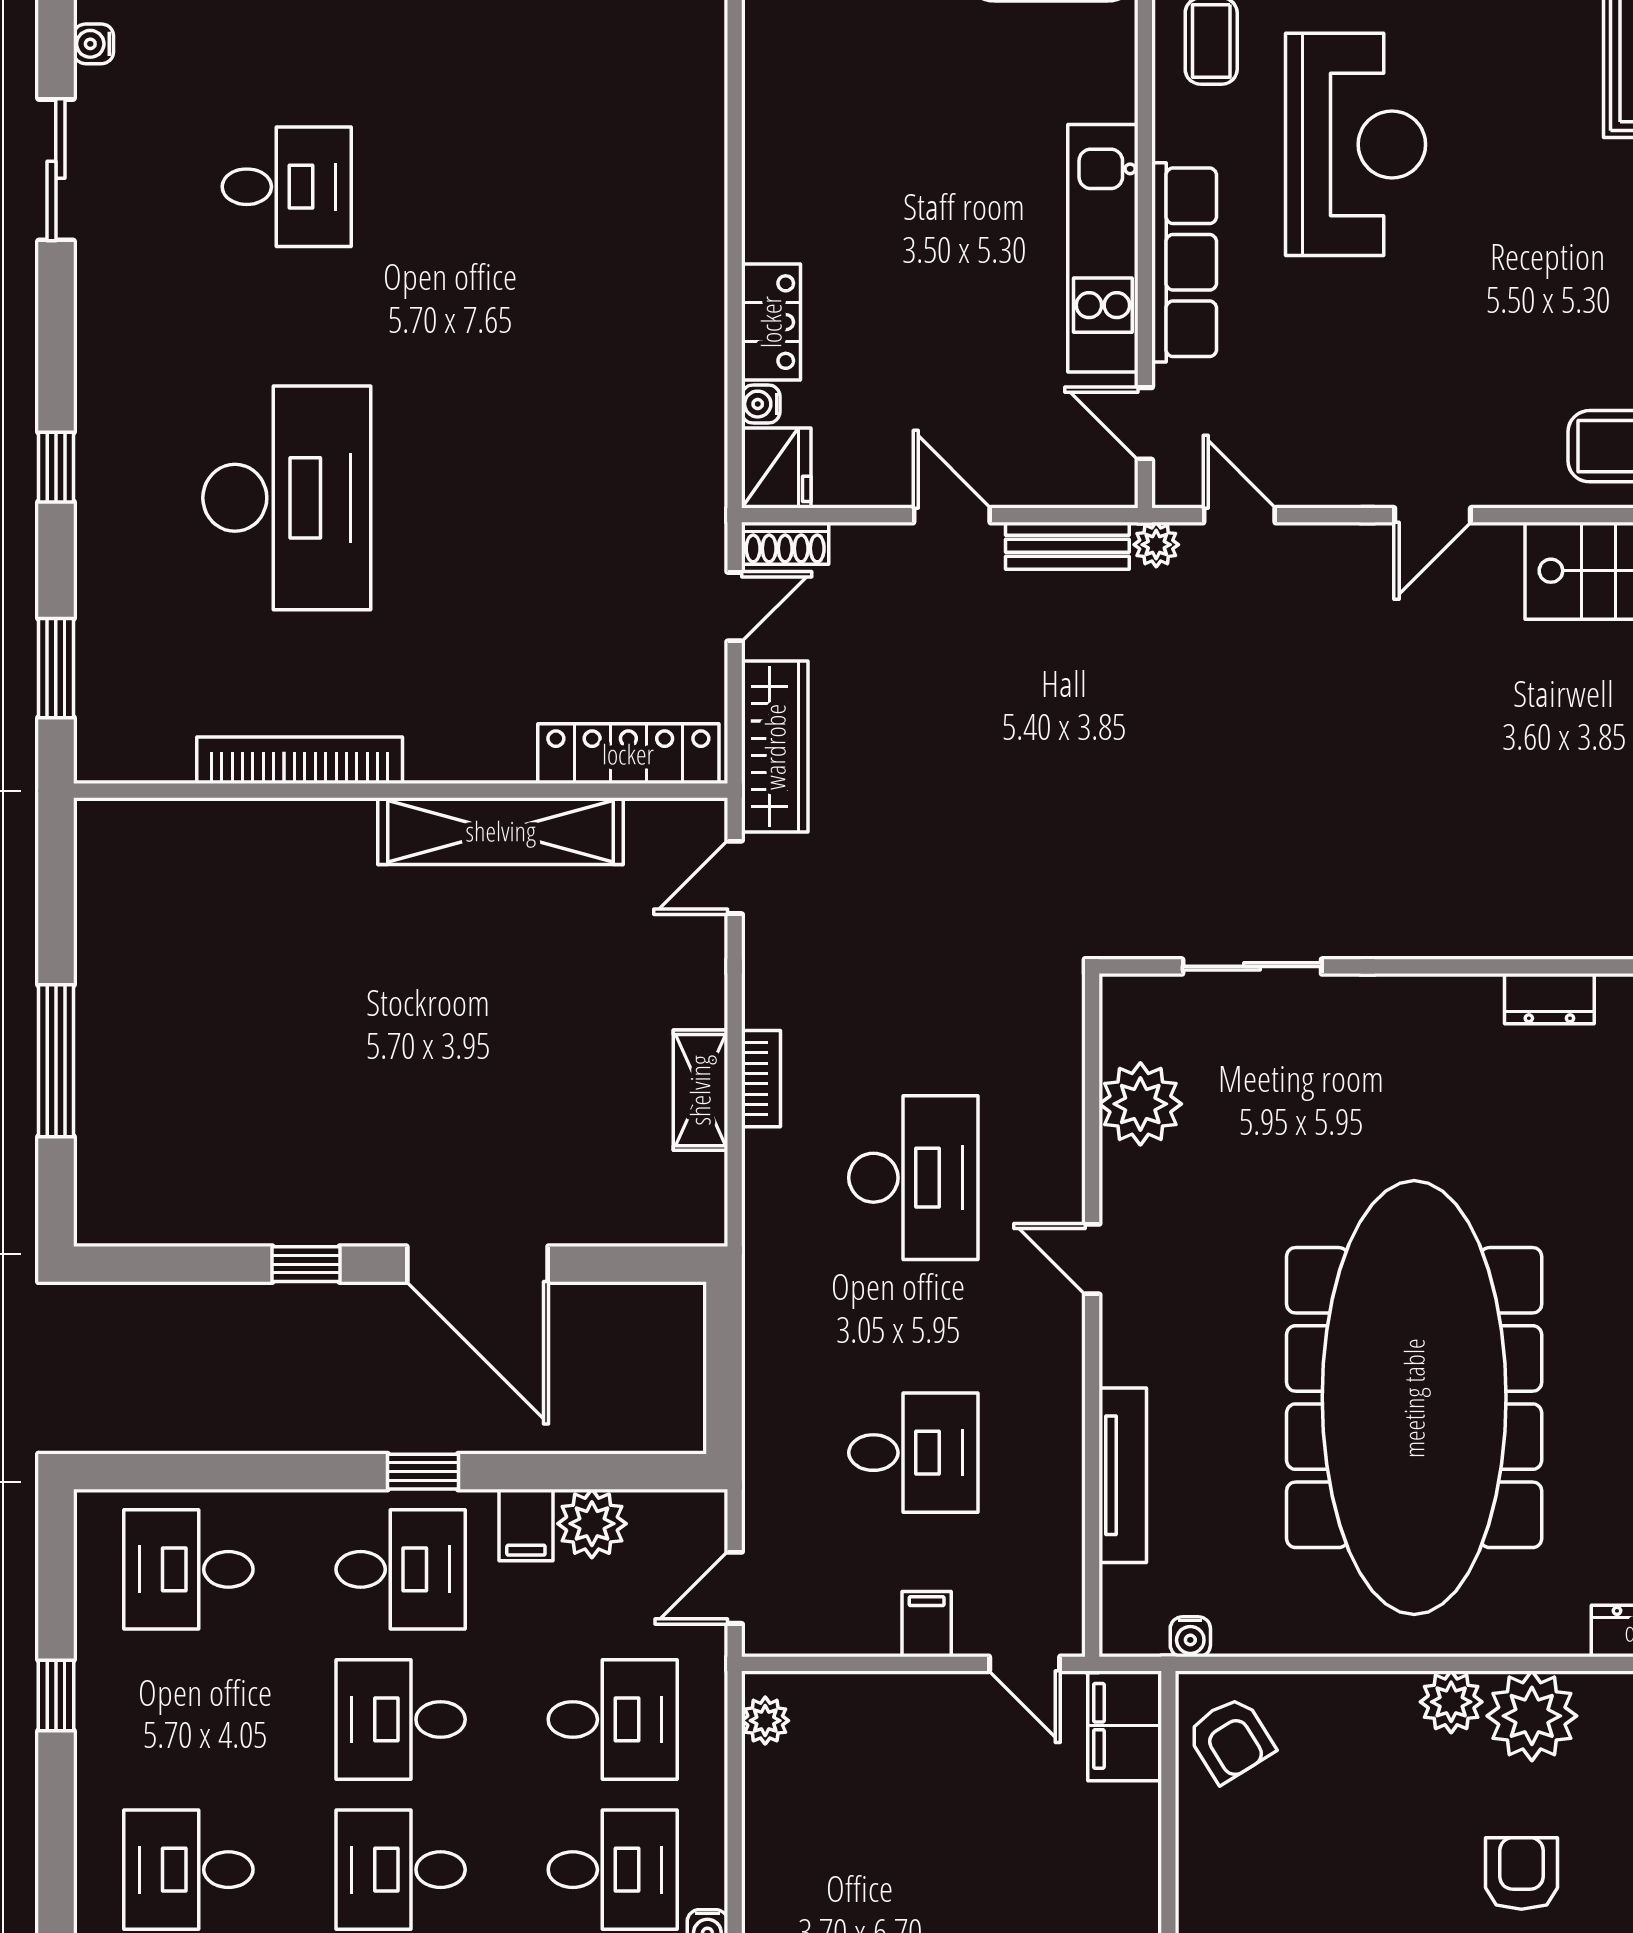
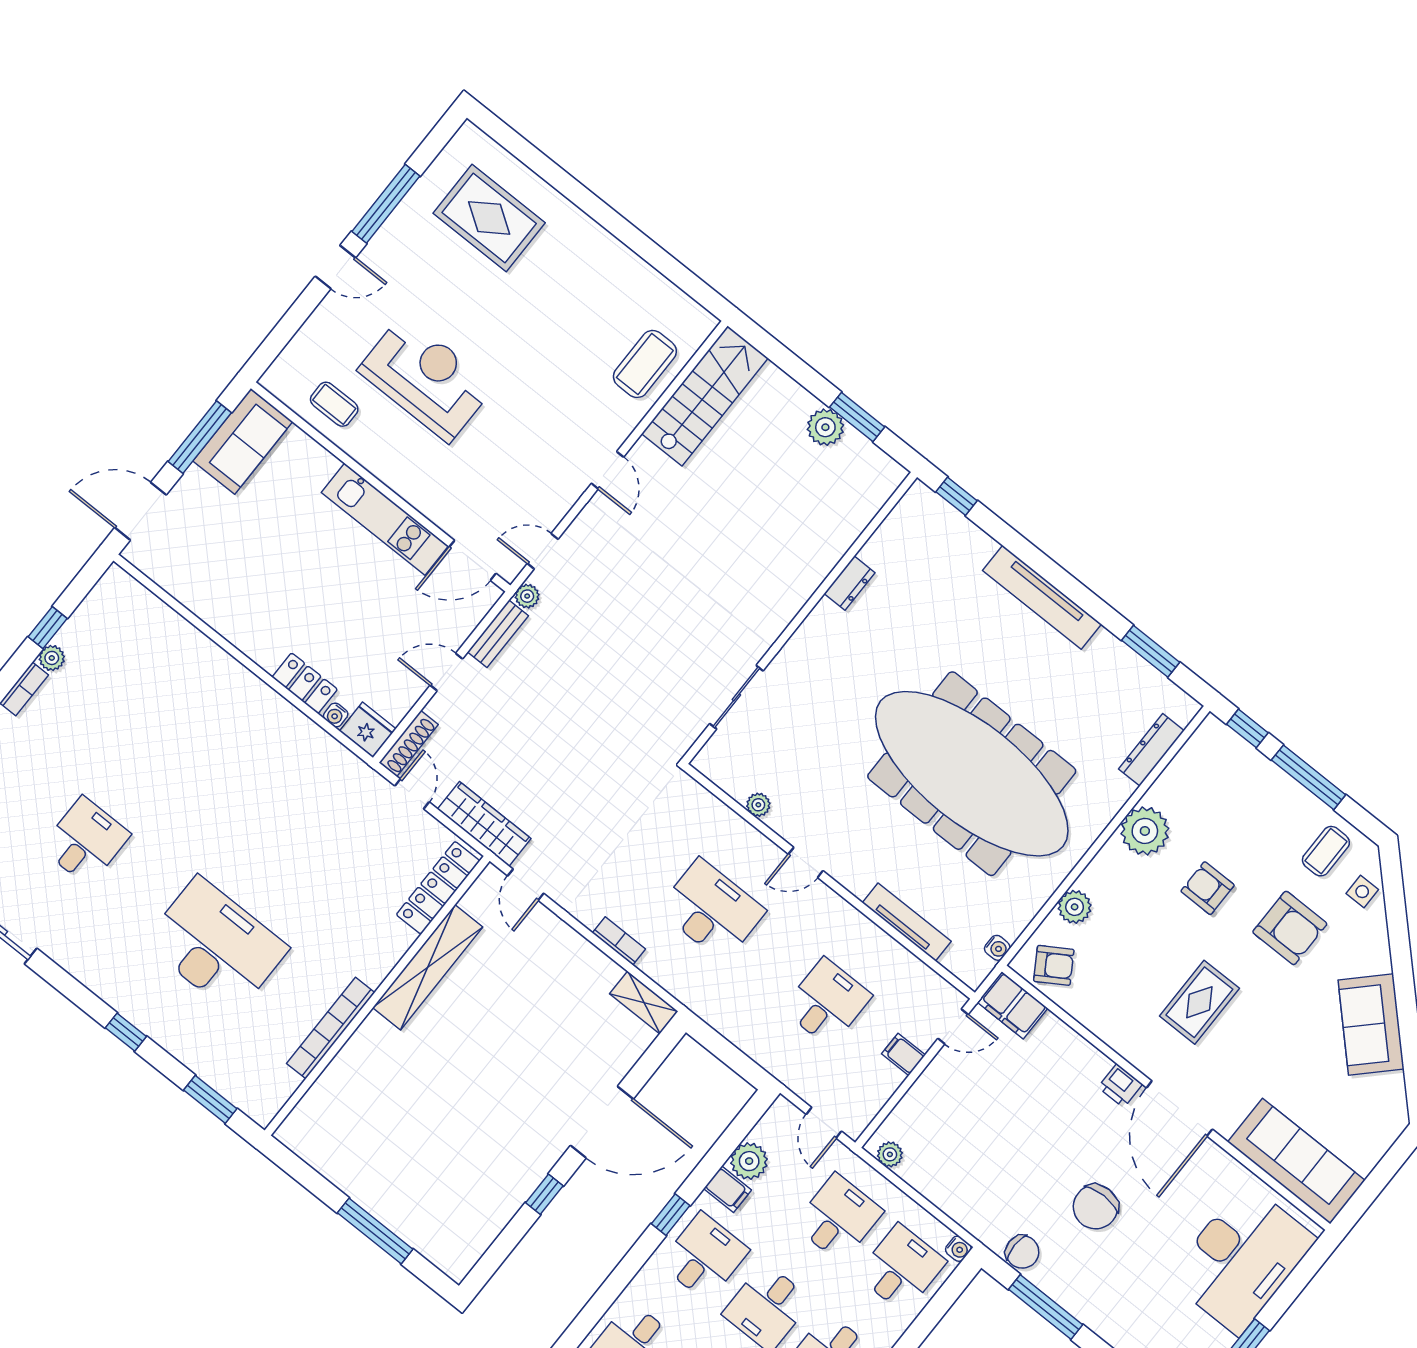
row of seats: (1184, 262) -> (418, 490), removed
door: (1145, 423) -> (473, 560), width x1.38
shoe rack: (785, 543) -> (409, 744), width x1.43
shelving: (700, 1090) -> (644, 1003), moved
plant: (1140, 1104) -> (758, 805), width x0.53, depth x0.53
plant: (1451, 1702) -> (1075, 907), moved

